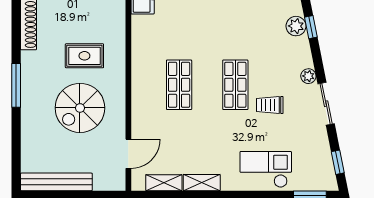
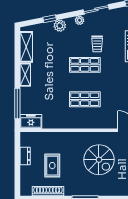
plant: (296, 26) -> (60, 26), moved
rug: (84, 56) -> (52, 166), moved

